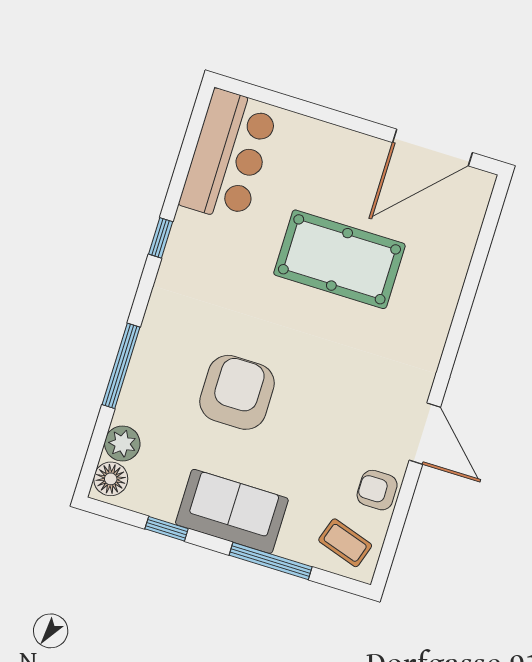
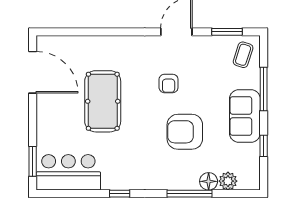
window: (269, 97) -> (33, 161), added
floor lamp: (111, 479) -> (209, 181), moved
armchair: (377, 490) -> (169, 83), moved
window: (396, 526) -> (227, 32), added

